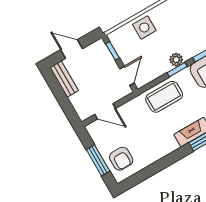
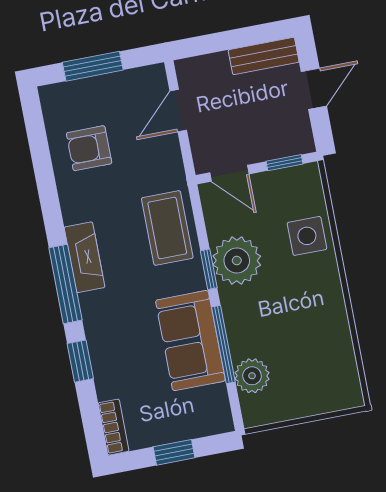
plant: (176, 60) -> (237, 261), width x1.87, depth x1.87
armchair: (121, 159) -> (89, 148), moved

